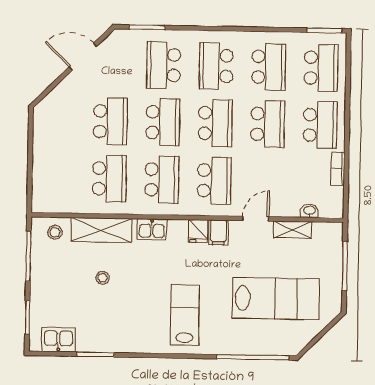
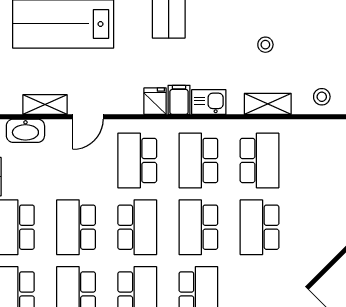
school desk: (215, 123) -> (137, 227), turned 180
school desk: (109, 179) -> (260, 160), turned 180
washbasin: (310, 211) -> (25, 131), width x1.91, depth x1.45
shelving: (101, 230) -> (268, 104), width x0.67, depth x0.75
filing cabinet: (218, 232) -> (179, 100), moved

